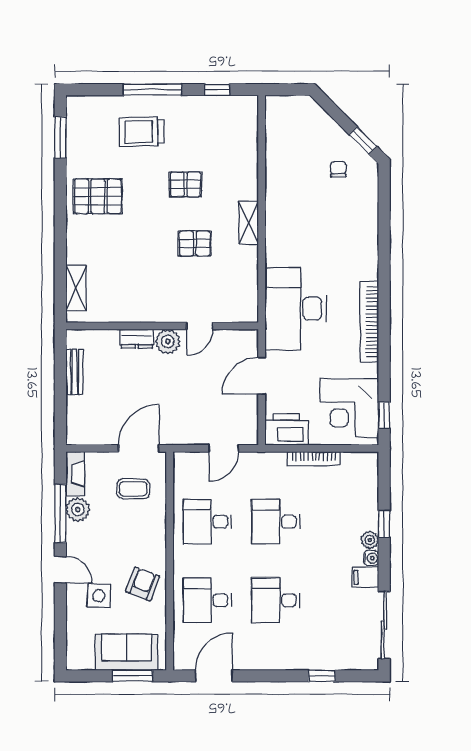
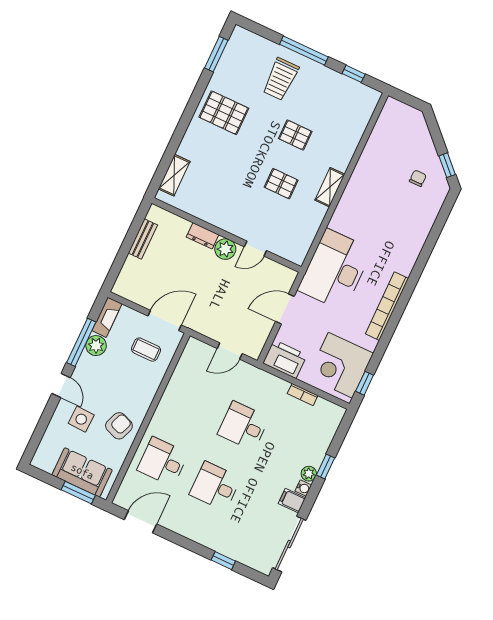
trolley: (142, 132) -> (281, 79), turned -89
bookcase: (314, 458) -> (303, 395), width x0.64
desk: (207, 522) -> (191, 401), removed

